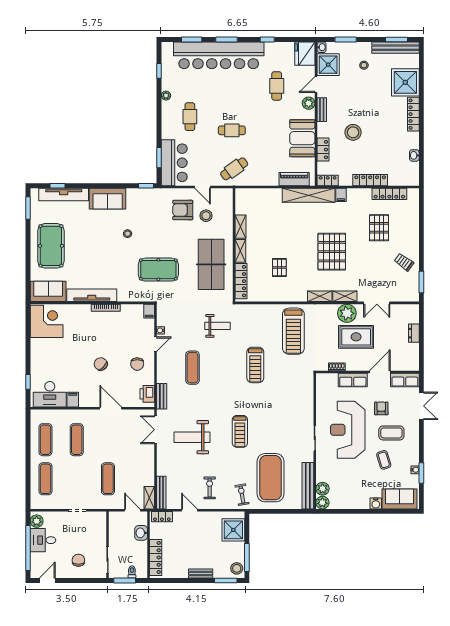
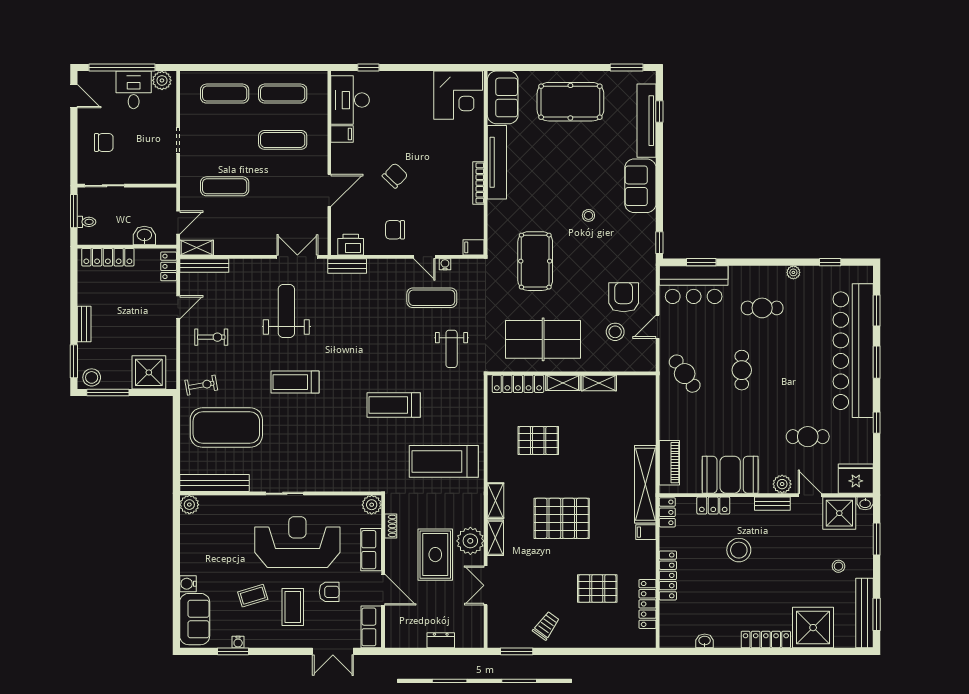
pallet: (279, 267) -> (538, 441), width x1.50, depth x1.42
exercise mat: (192, 368) -> (432, 298), moved
plant: (323, 489) -> (372, 505), moved

